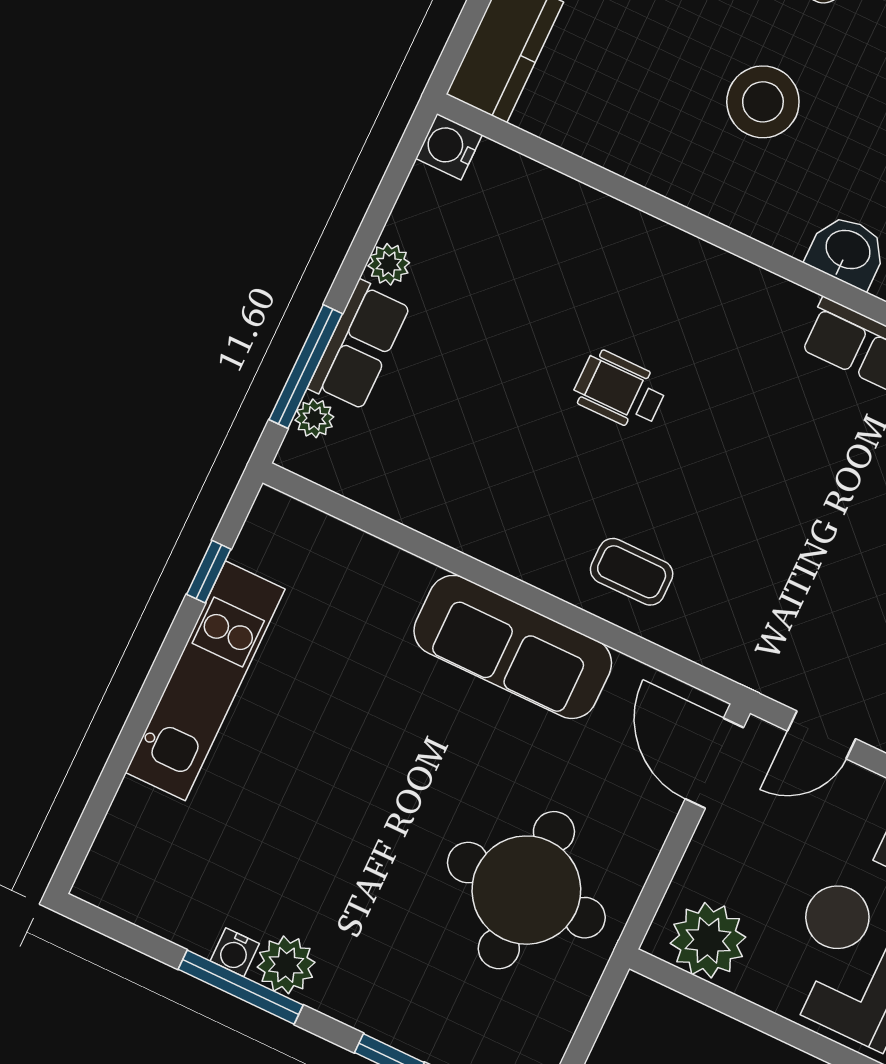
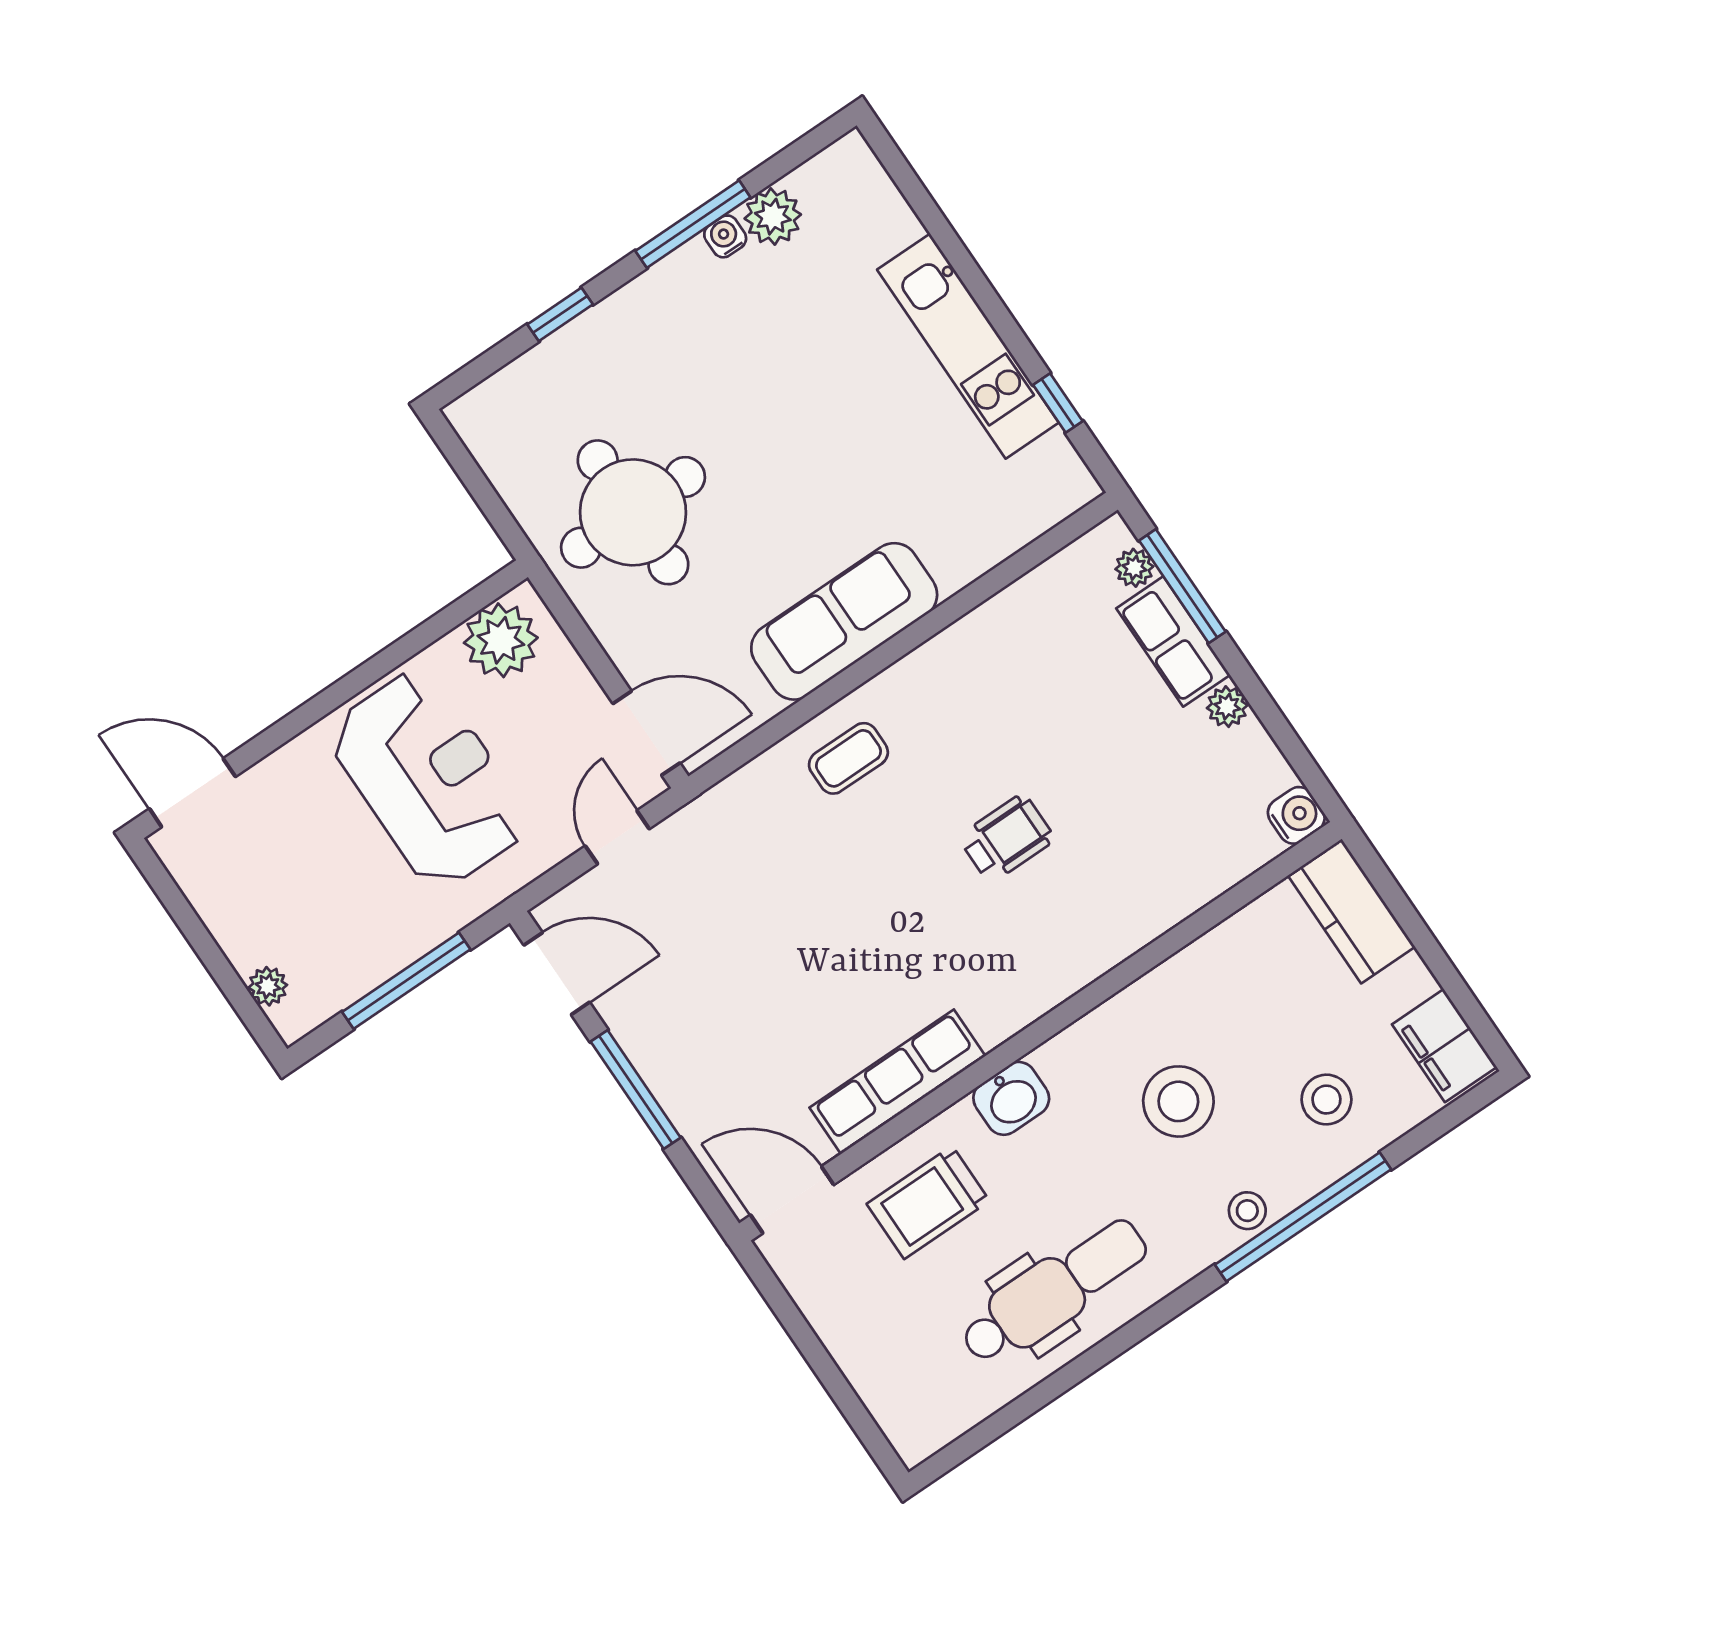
plant: (286, 965) -> (773, 217), moved

